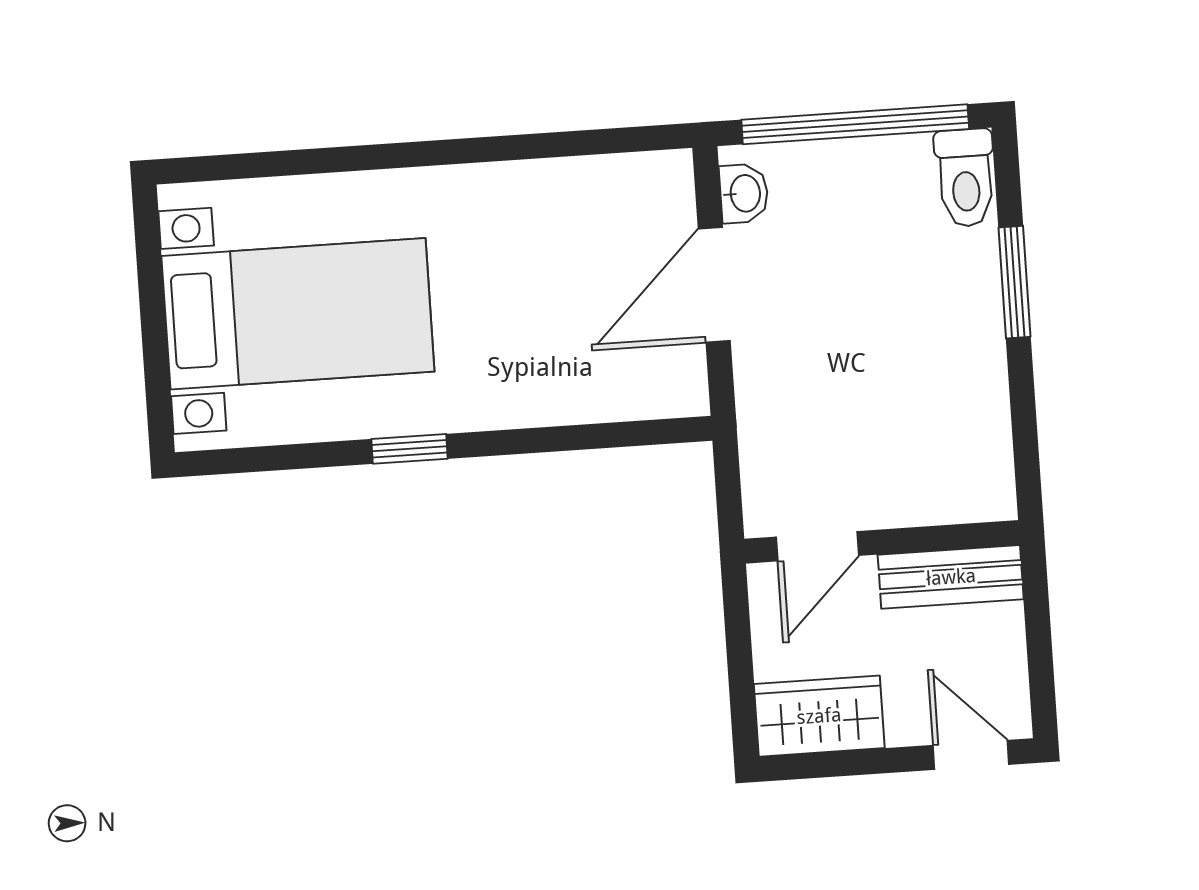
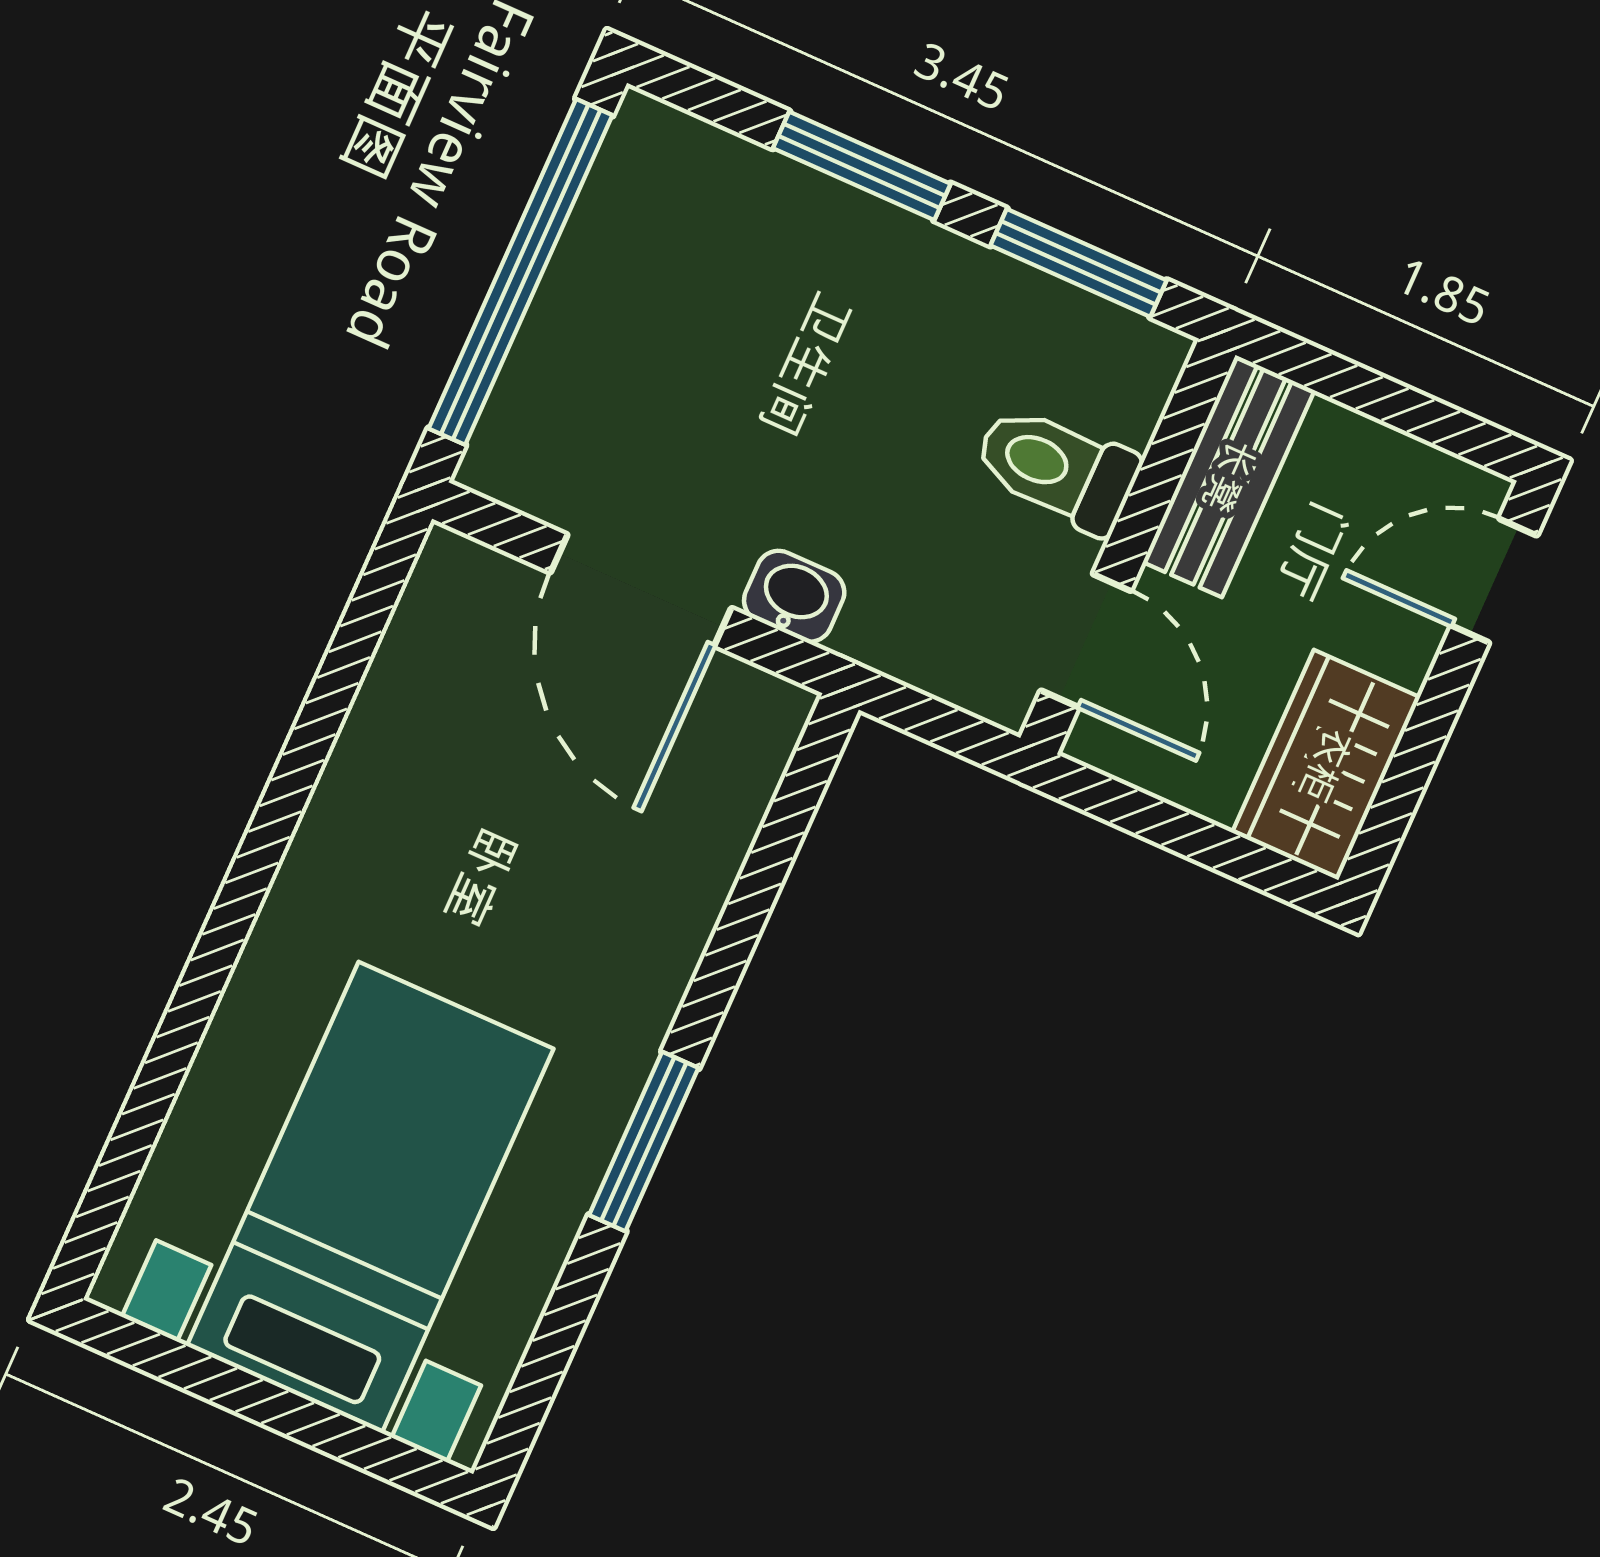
toilet: (965, 178) -> (1057, 468), moved, turned 180
washbasin: (744, 193) -> (794, 596), moved
window: (1025, 431) -> (1078, 263), added
window: (410, 449) -> (644, 1142), width x1.50

